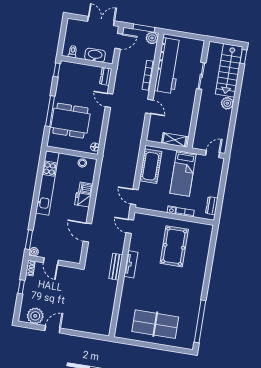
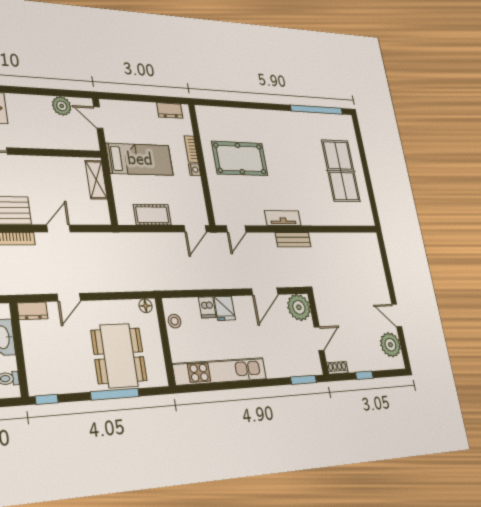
plant: (227, 103) -> (62, 106), moved
cot: (151, 166) -> (152, 215), width x0.73, depth x0.75
plant: (34, 252) -> (299, 307), moved, width x1.87, depth x1.87

